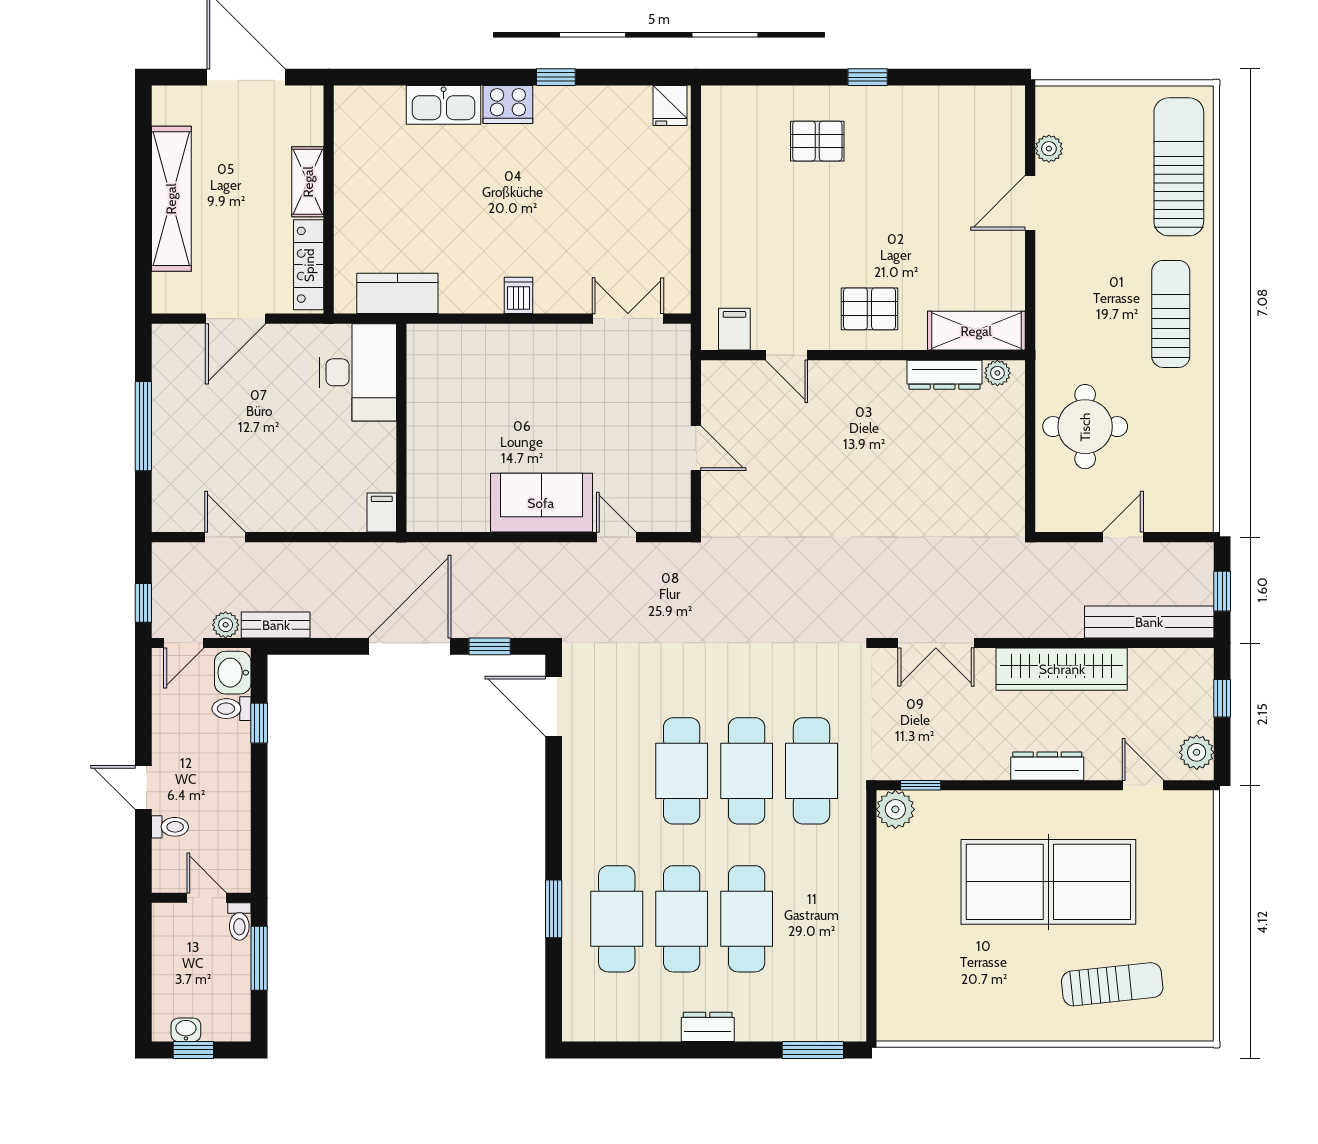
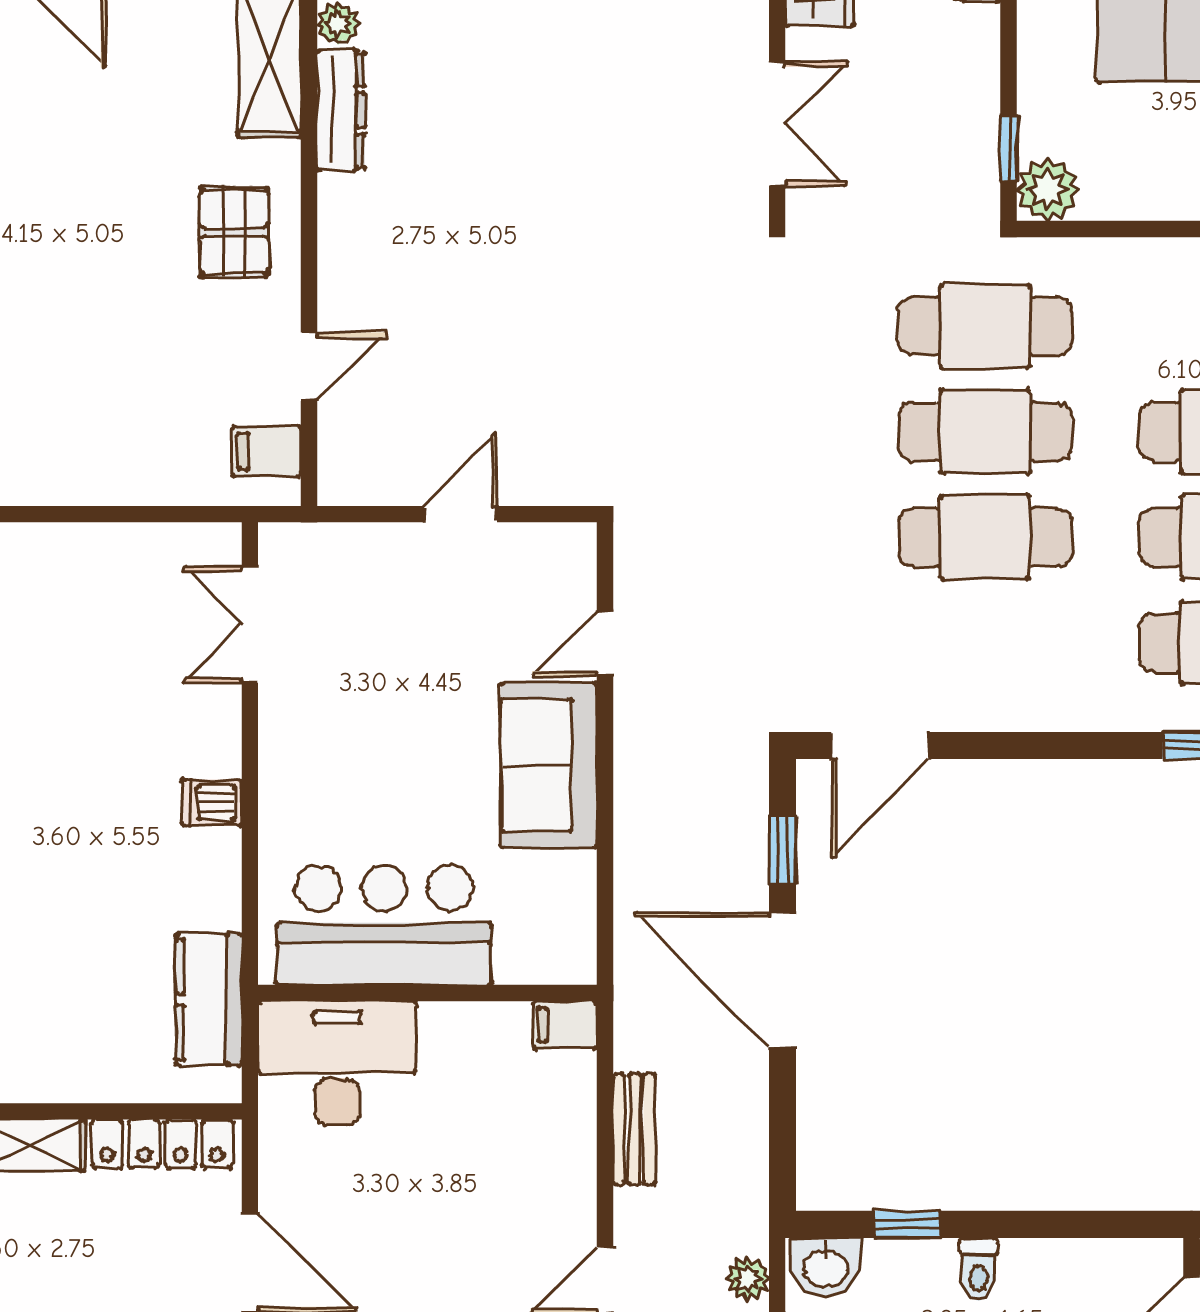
bar counter: (443, 401) -> (384, 925), added
bench: (276, 625) -> (634, 1129), moved
toilet: (231, 709) -> (979, 1269), moved

